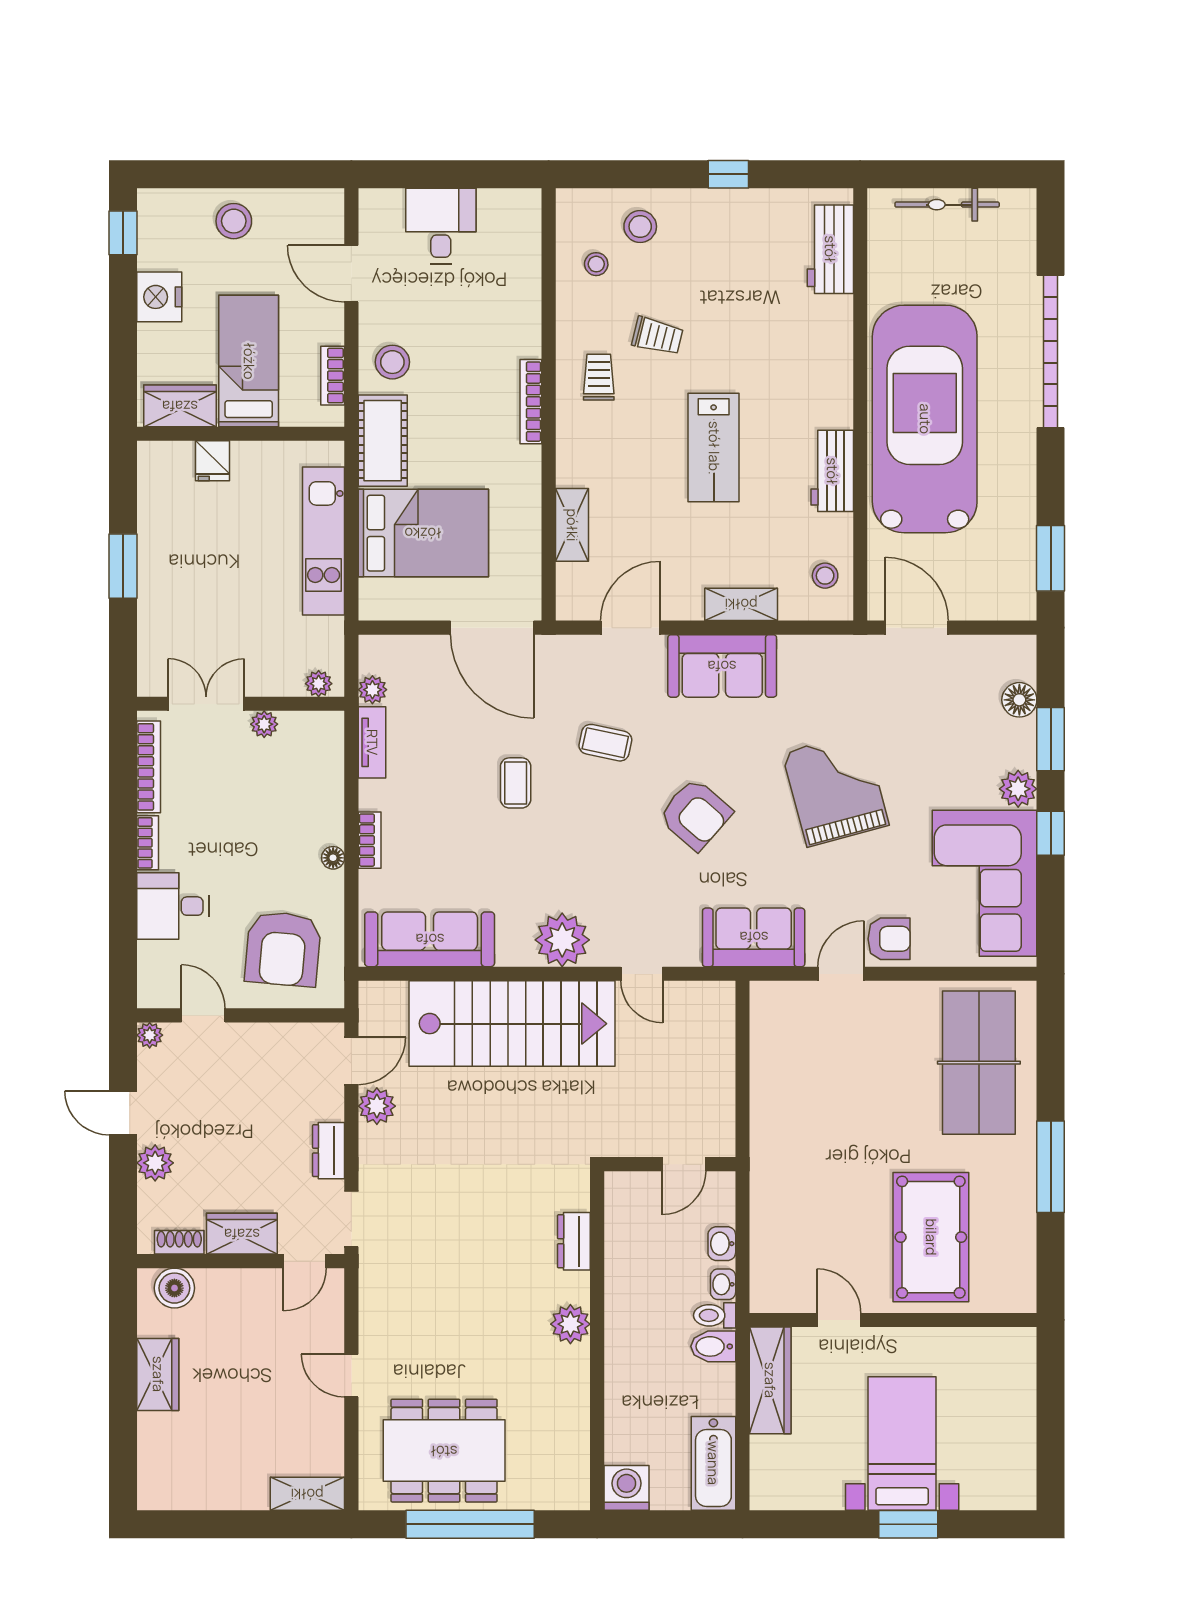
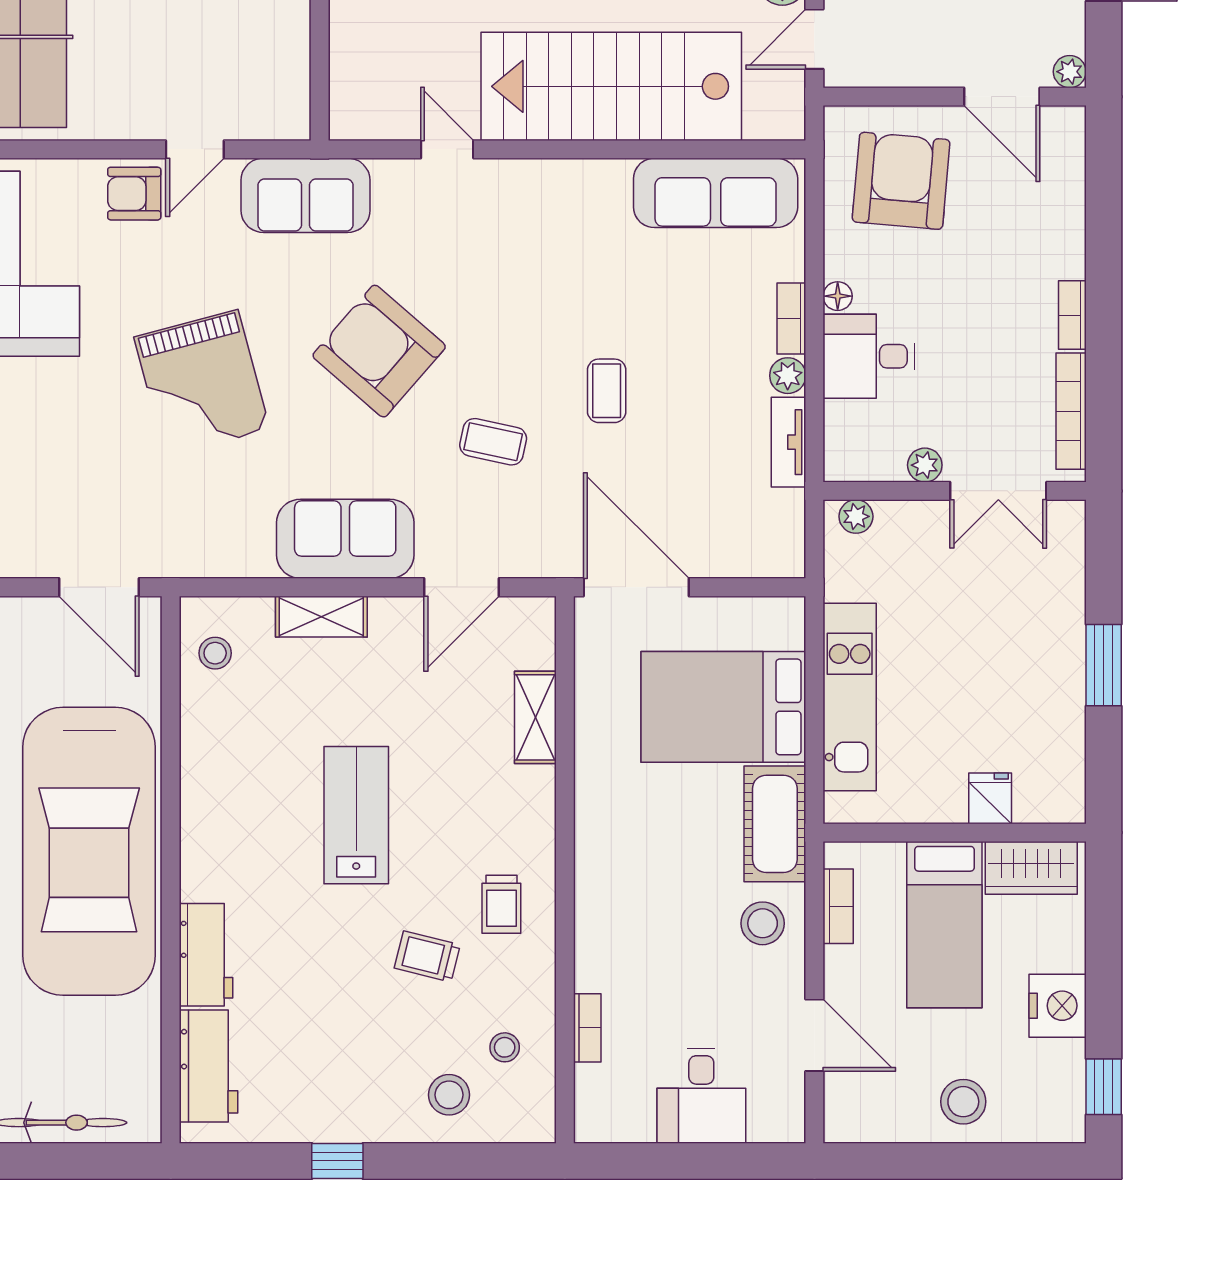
bookcase: (531, 402) -> (587, 1028), moved, width x0.64
workbench: (832, 471) -> (206, 955), moved
plant: (372, 690) -> (788, 376), moved
armchair: (695, 814) -> (379, 351), width x1.36, depth x1.36
desk: (173, 906) -> (869, 356), moved, turned 180
plant: (562, 940) -> (548, 192), removed
door: (203, 1015) -> (1002, 97), width x1.38

